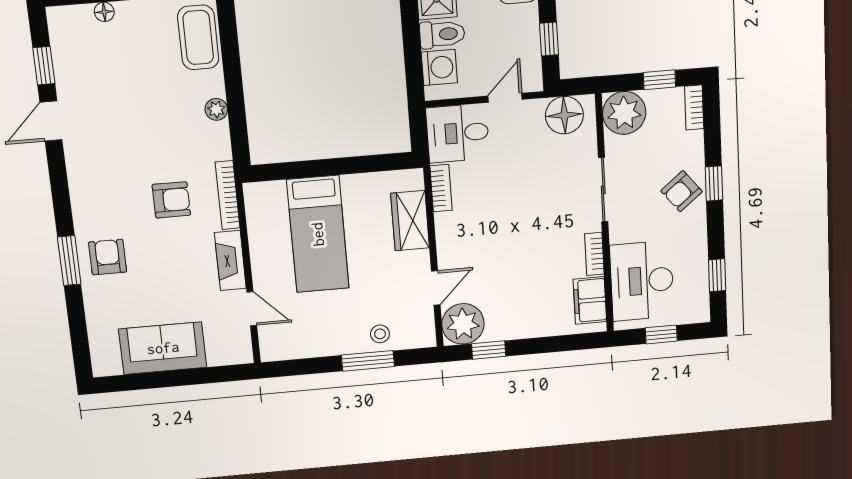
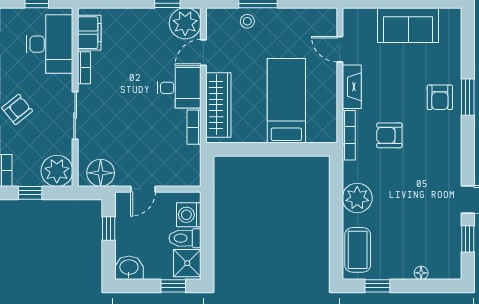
plant: (216, 109) -> (357, 198), width x1.87, depth x1.87
desk: (458, 133) -> (179, 88), moved
wardrobe: (410, 221) -> (218, 105), width x1.50

